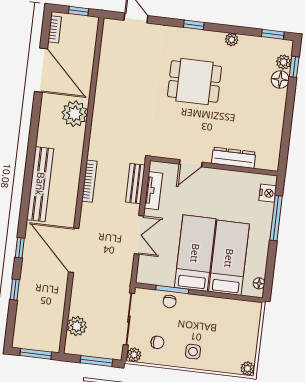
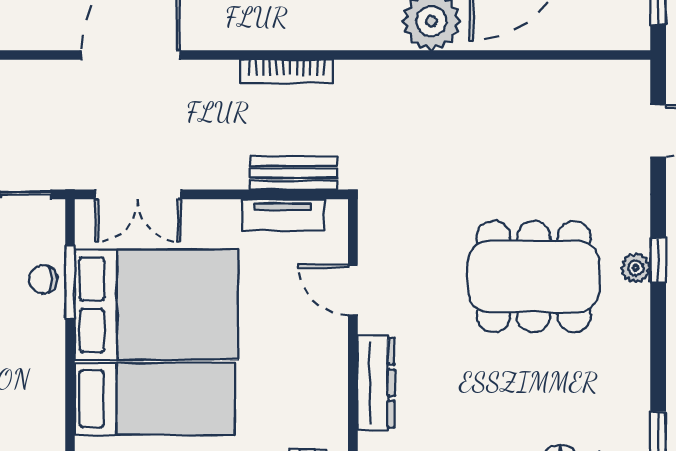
plant: (232, 40) -> (636, 268), moved
dining table: (195, 82) -> (534, 277), width x1.38
double door: (139, 235) -> (138, 194), moved
bed: (195, 253) -> (156, 305), width x1.50

